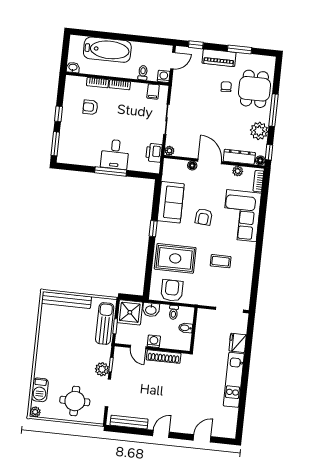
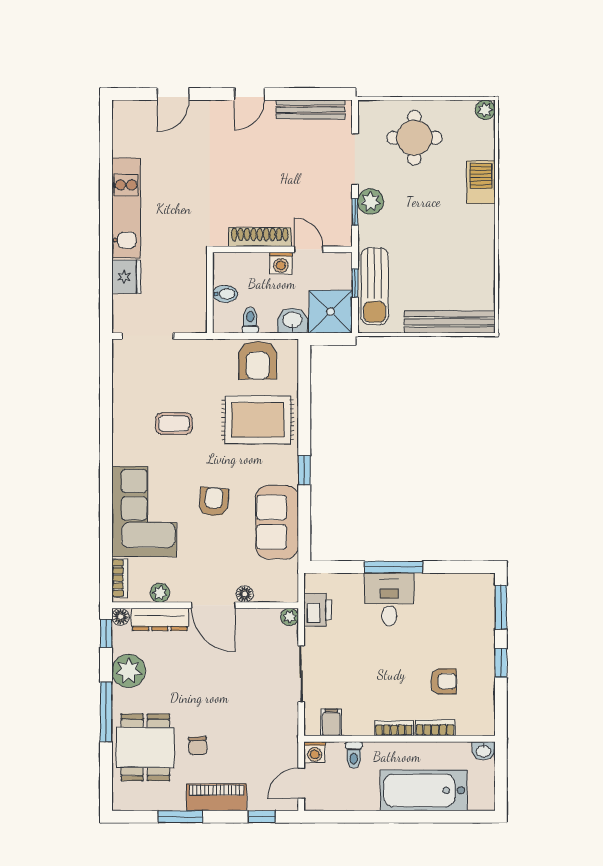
barbecue: (40, 390) -> (481, 182), moved

